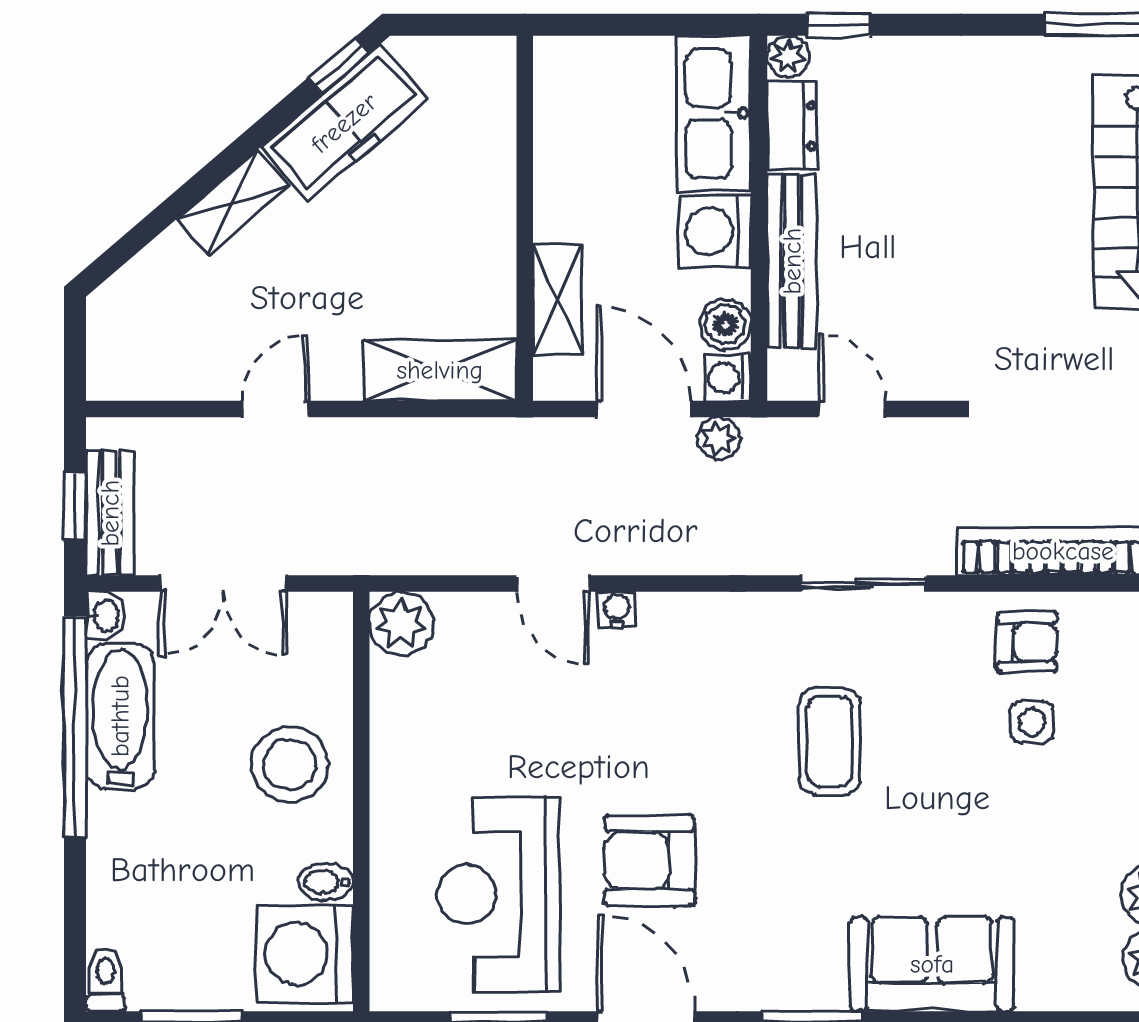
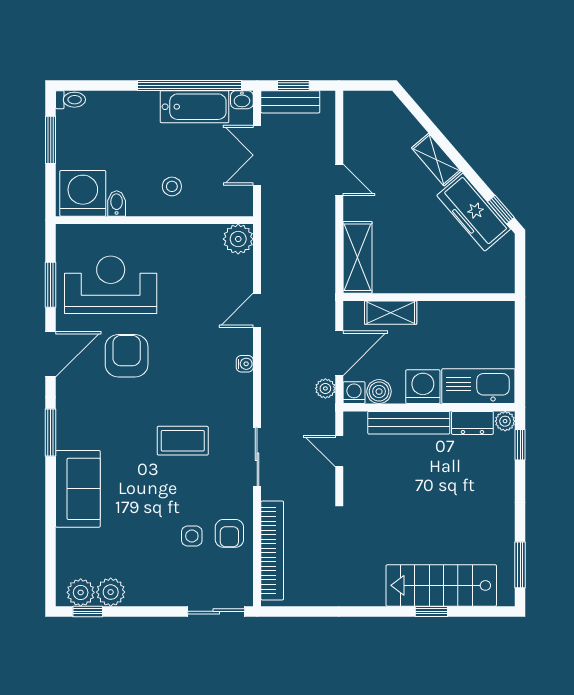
door: (852, 409) -> (339, 451), swing flipped
water cooler: (617, 609) -> (245, 364), moved
stool: (290, 764) -> (172, 186), width x0.53, depth x0.53

